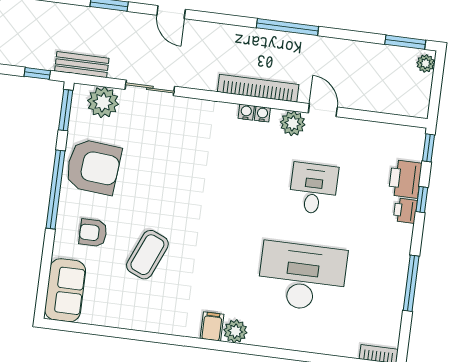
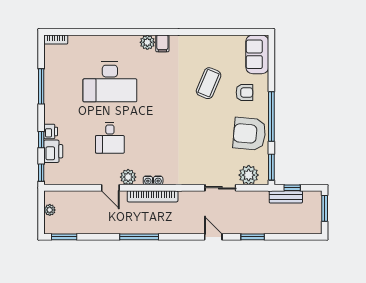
plant: (426, 63) -> (50, 210), moved
bench: (82, 65) -> (286, 197), moved

